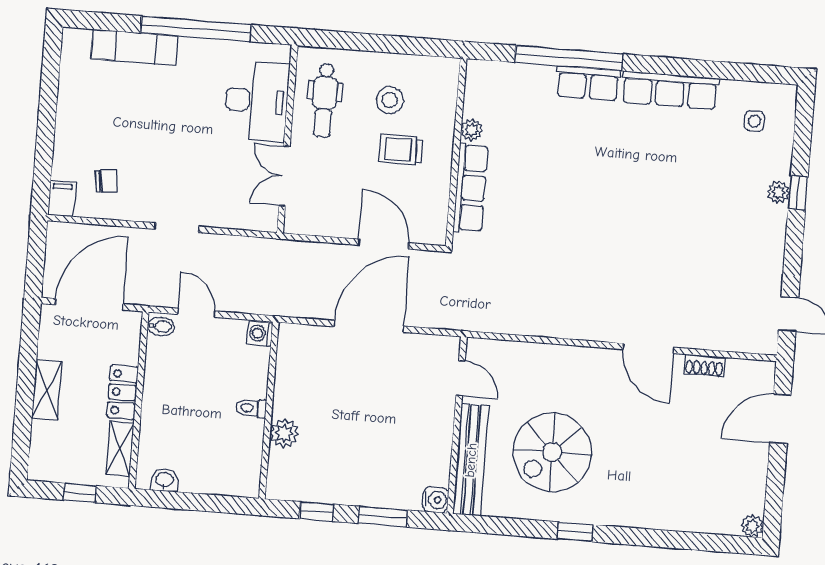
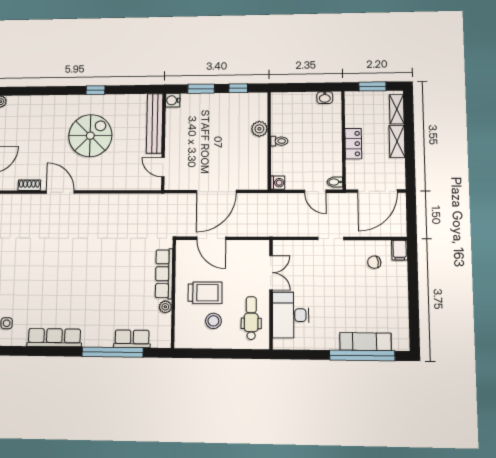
window: (196, 29) -> (362, 355), moved
row of seats: (588, 83) -> (132, 339), moved
trolley: (401, 150) -> (205, 293), width x1.36, depth x1.39
shelving: (120, 449) -> (397, 109), moved
spiral stairs: (552, 452) -> (90, 136), moved
window: (79, 493) -> (372, 86), width x1.50

